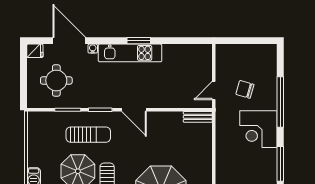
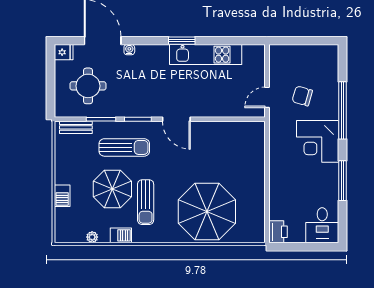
kitchen unit: (130, 53) -> (206, 55), moved
bench: (198, 117) -> (76, 127), moved

